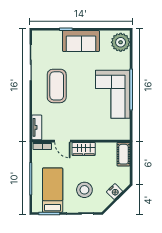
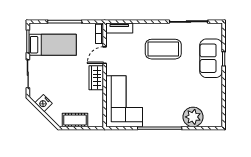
sofa: (81, 41) -> (211, 58), moved
plant: (121, 42) -> (193, 117), moved
corner sofa: (113, 94) -> (124, 101), moved, turned 90
cot: (123, 154) -> (75, 120), moved
stool: (84, 190) -> (53, 79), removed
nightstand: (115, 192) -> (44, 103), moved

